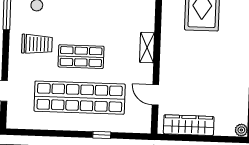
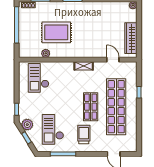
door: (155, 95) -> (113, 60), swing flipped

